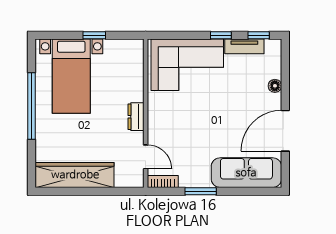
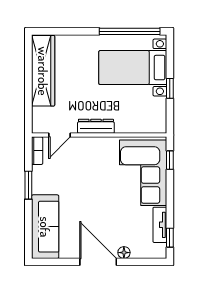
window: (221, 35) -> (170, 160), moved
window: (31, 106) -> (130, 31), moved
dresser: (136, 117) -> (96, 126), width x1.44
door: (285, 131) -> (98, 262), moved

